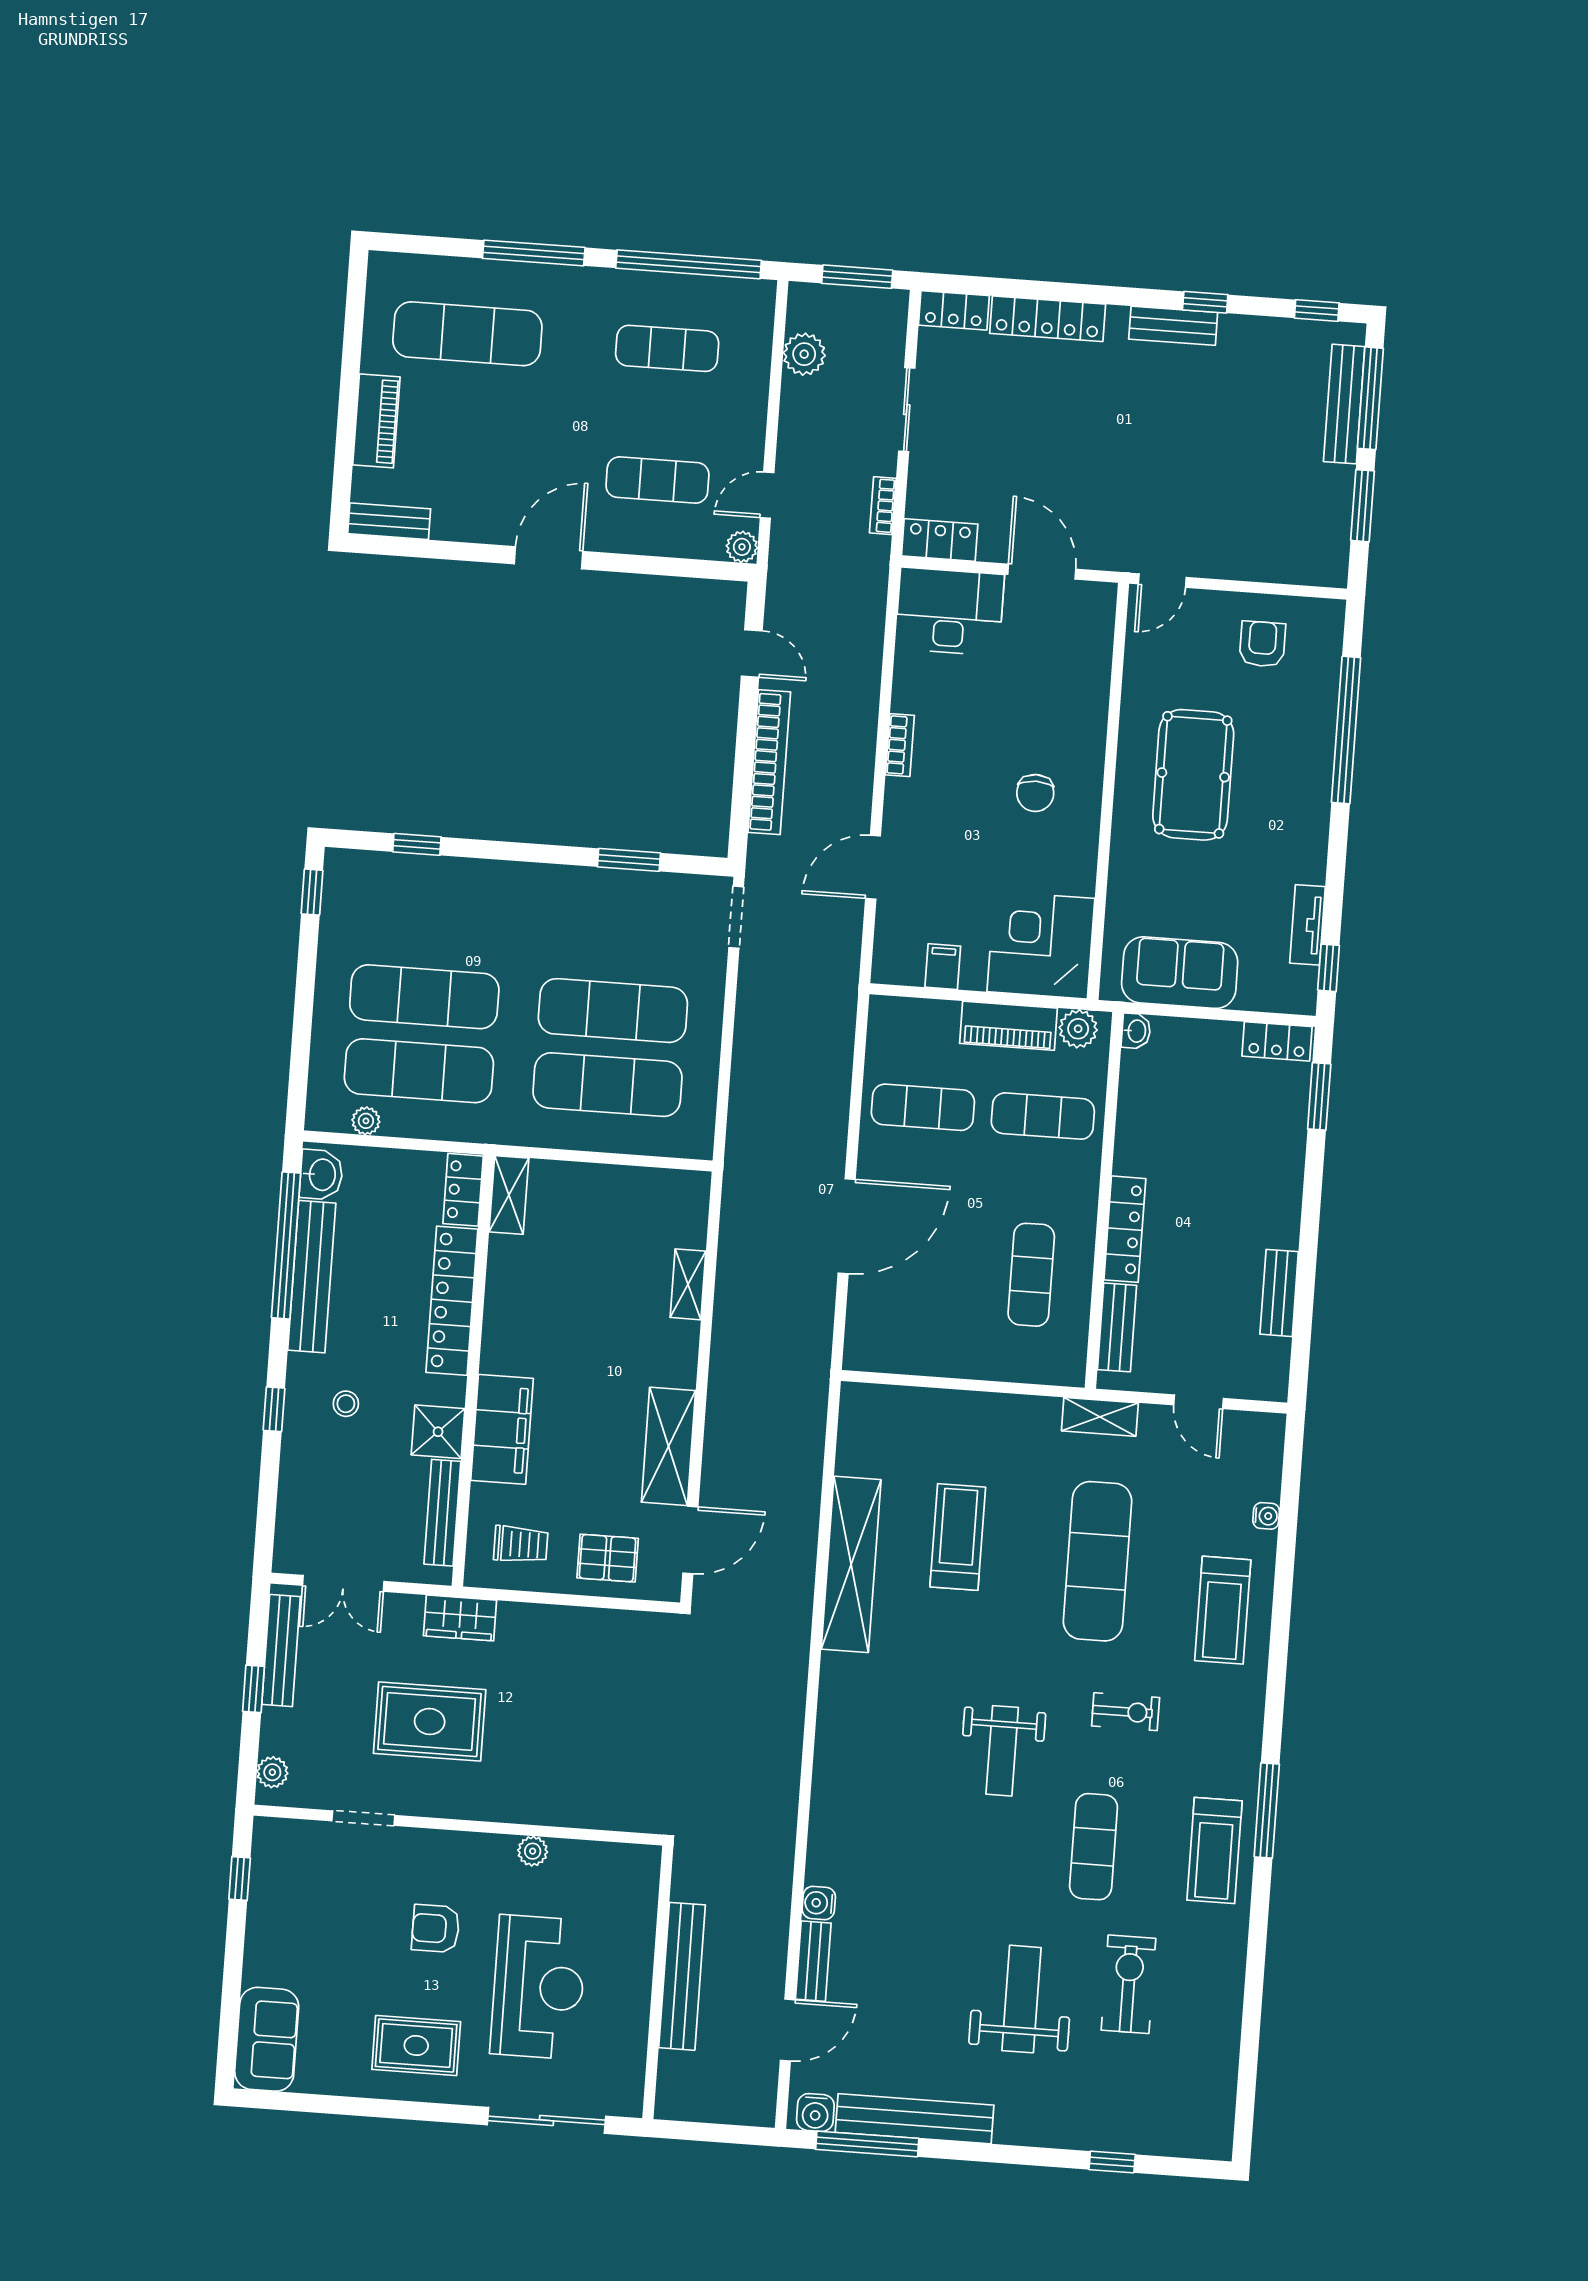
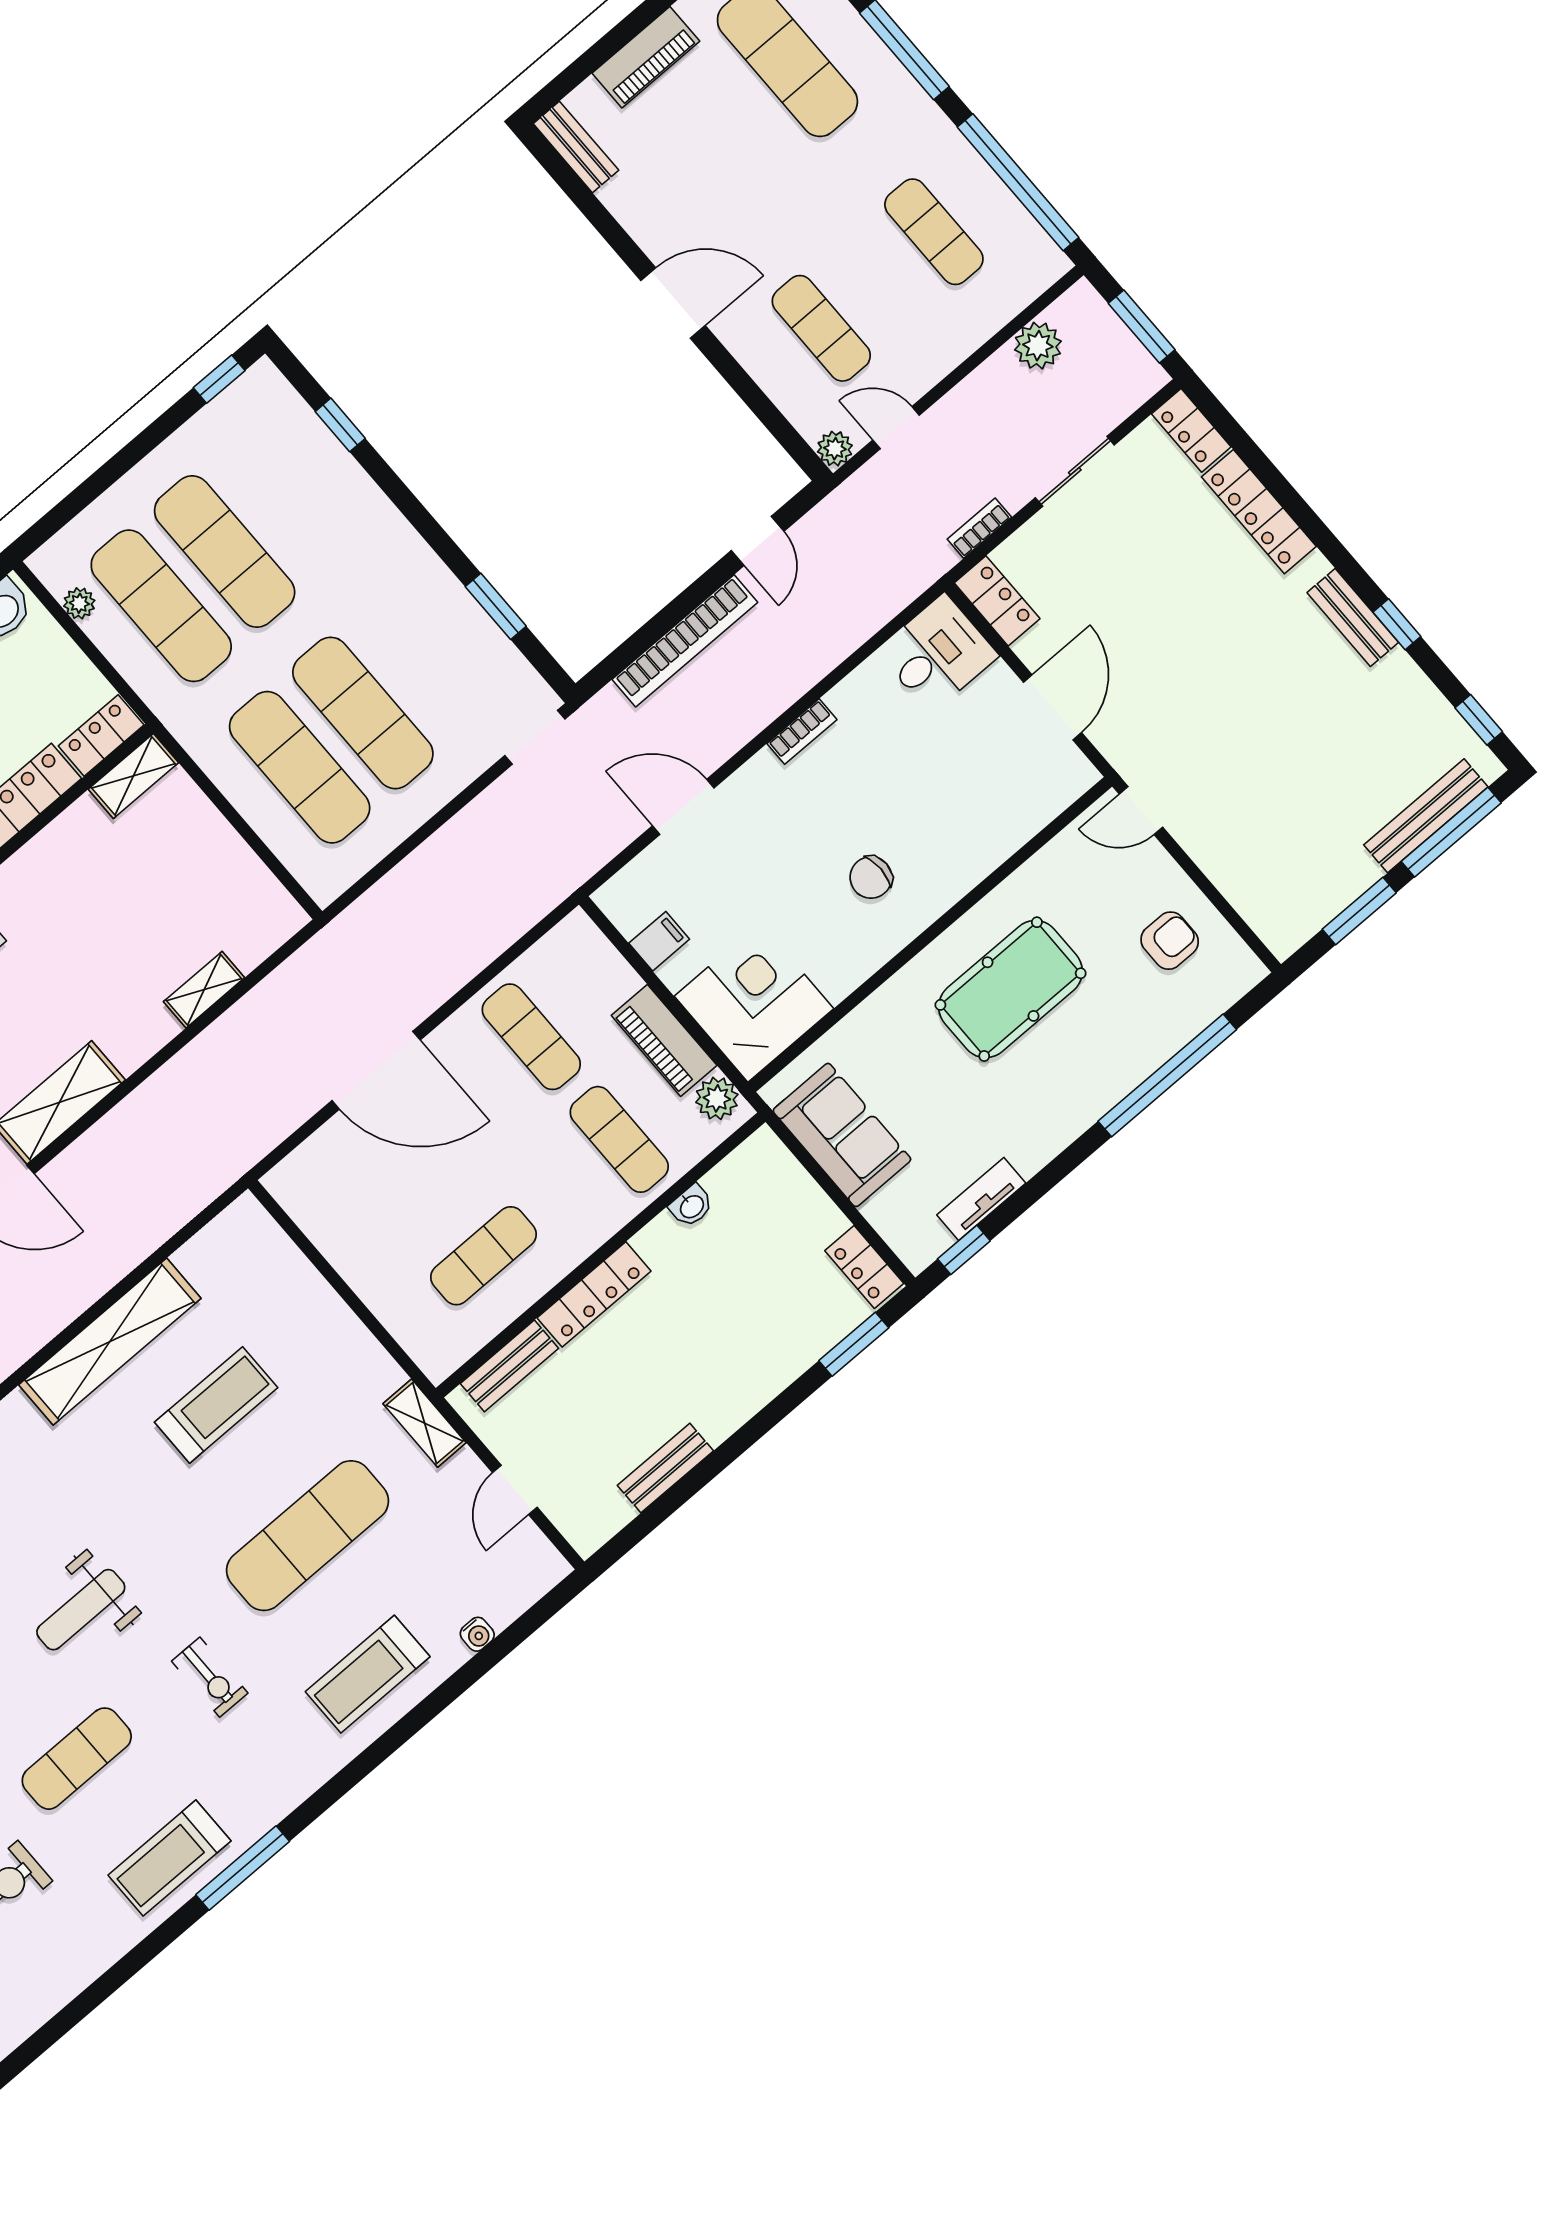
desk: (950, 612) -> (937, 653), width x0.73
washbasin: (1136, 1031) -> (691, 1206), moved

